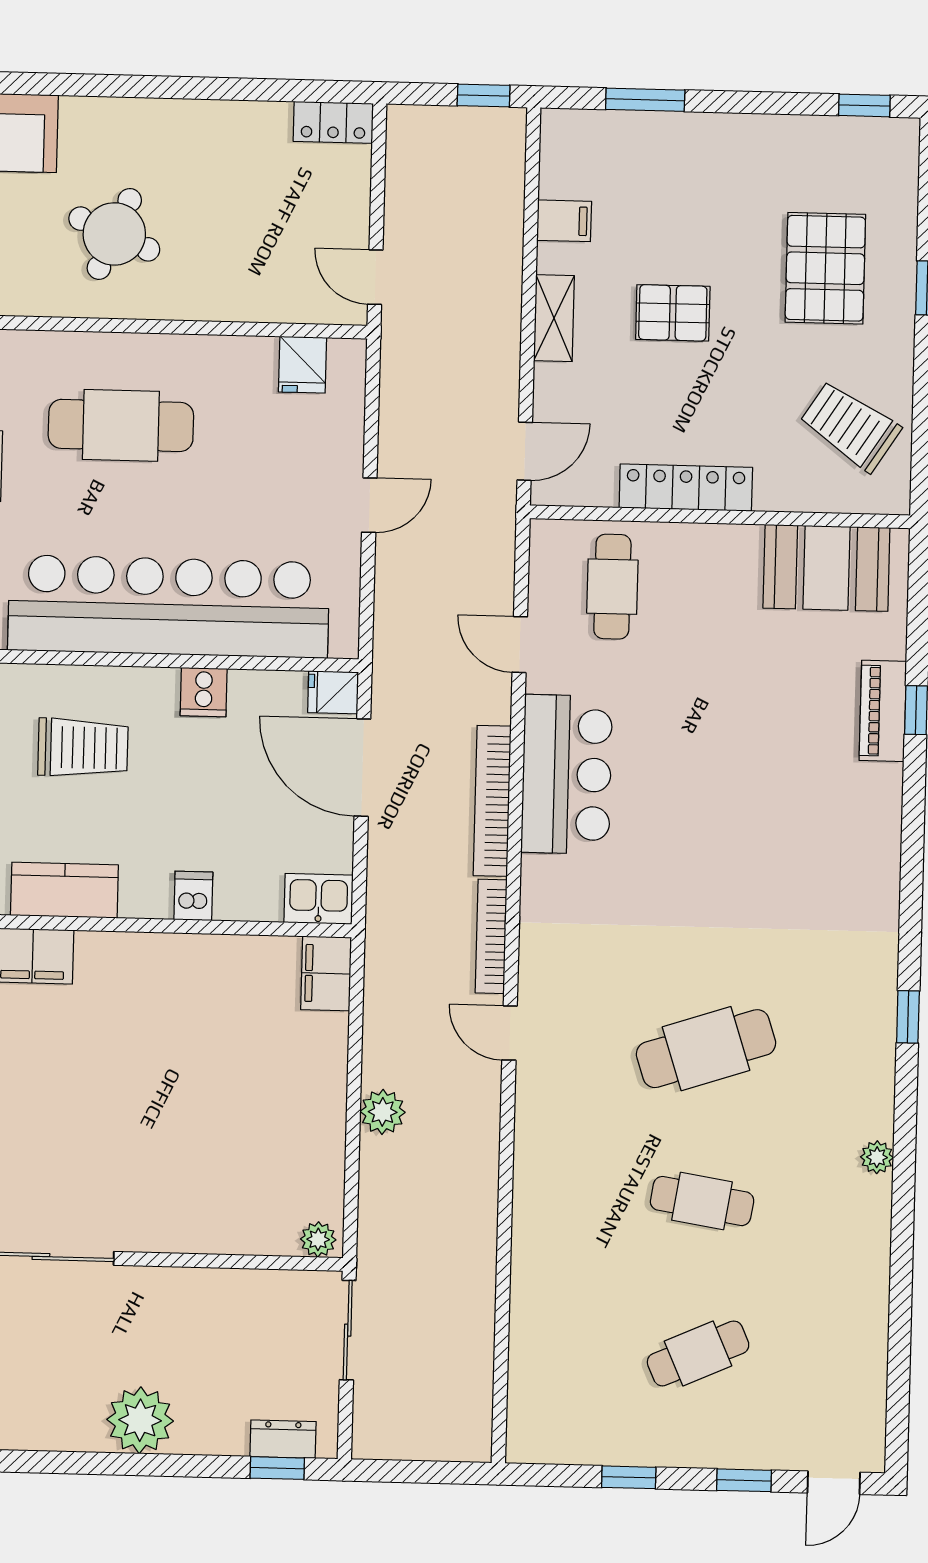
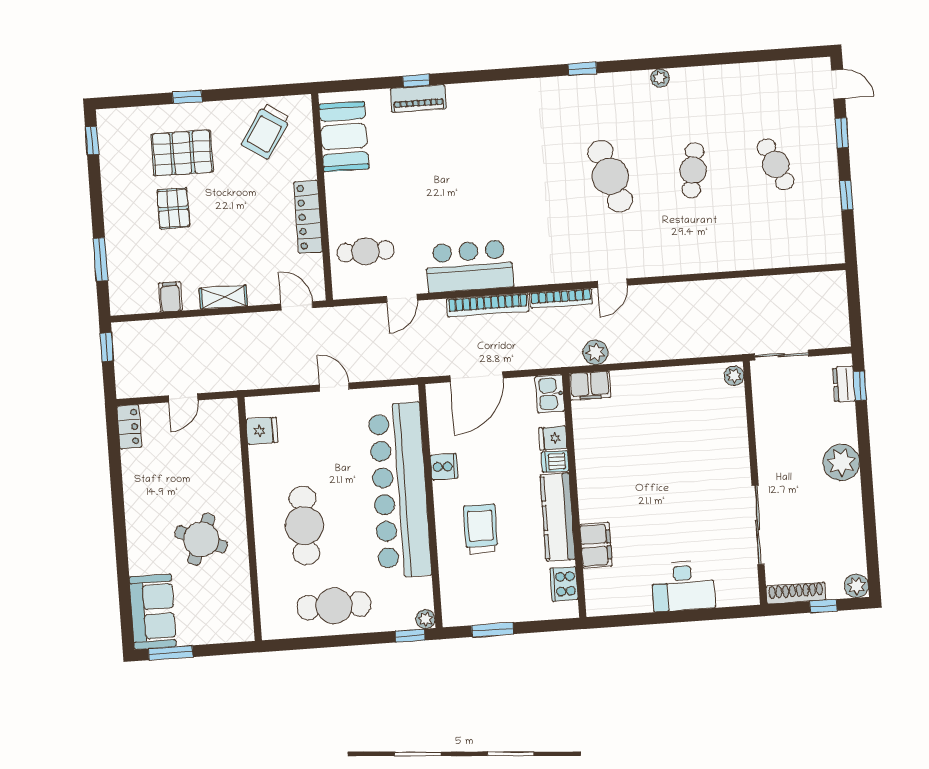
door: (375, 277) -> (183, 398), moved
pallet: (673, 313) -> (173, 208), moved
fridge: (333, 692) -> (553, 438), moved, turned 90
kitchen counter: (64, 890) -> (558, 517), width x1.50
plant: (383, 1112) -> (596, 352), moved

